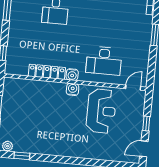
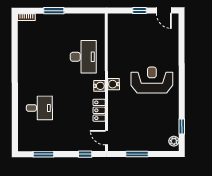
locker: (47, 72) -> (99, 110), width x0.66
door: (133, 88) -> (106, 138), moved
reception desk: (101, 111) -> (152, 80), moved

